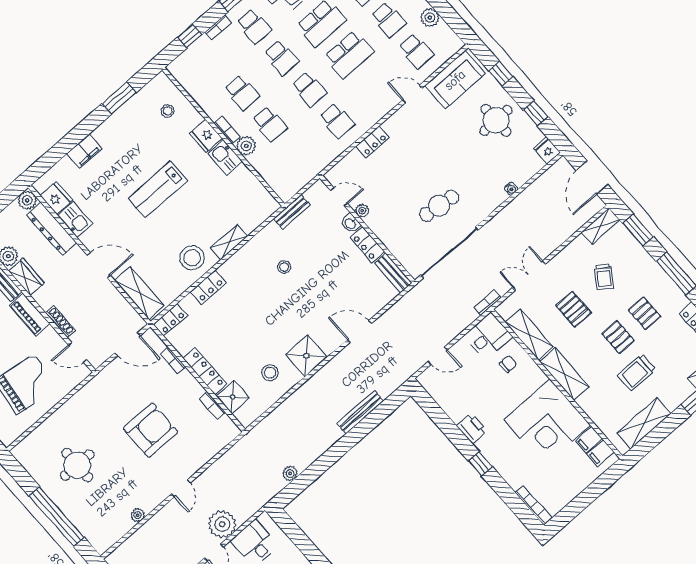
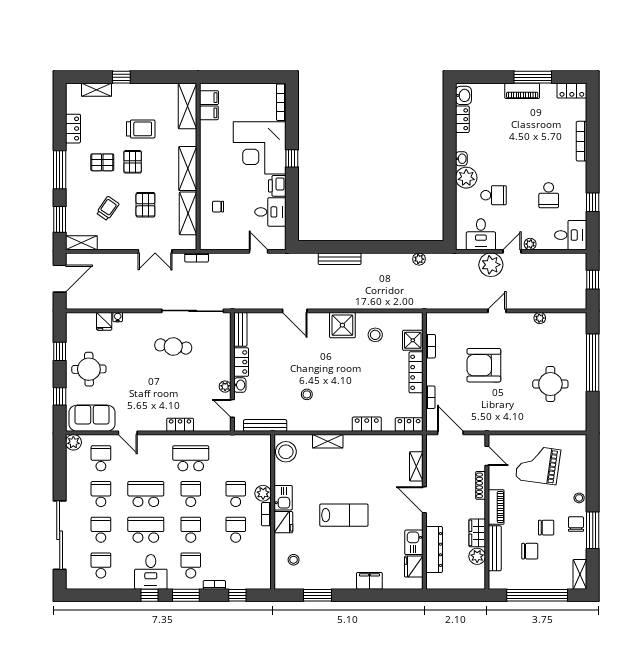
plant: (430, 18) -> (73, 442), moved
school desk: (337, 121) -> (191, 458), width x1.85
fridge: (547, 150) -> (104, 321), moved
plant: (27, 200) -> (434, 582), removed
bench: (292, 212) -> (265, 425), width x1.36
stool: (192, 258) -> (286, 452), moved
shelving: (139, 293) -> (416, 466), width x0.67, depth x0.75
pallet: (645, 313) -> (102, 162), turned 90
desk: (488, 336) -> (270, 212), moved, turned 180
corner desk: (547, 422) -> (260, 148), moved, turned 180
shelving: (644, 423) -> (187, 106), moved, turned 90

